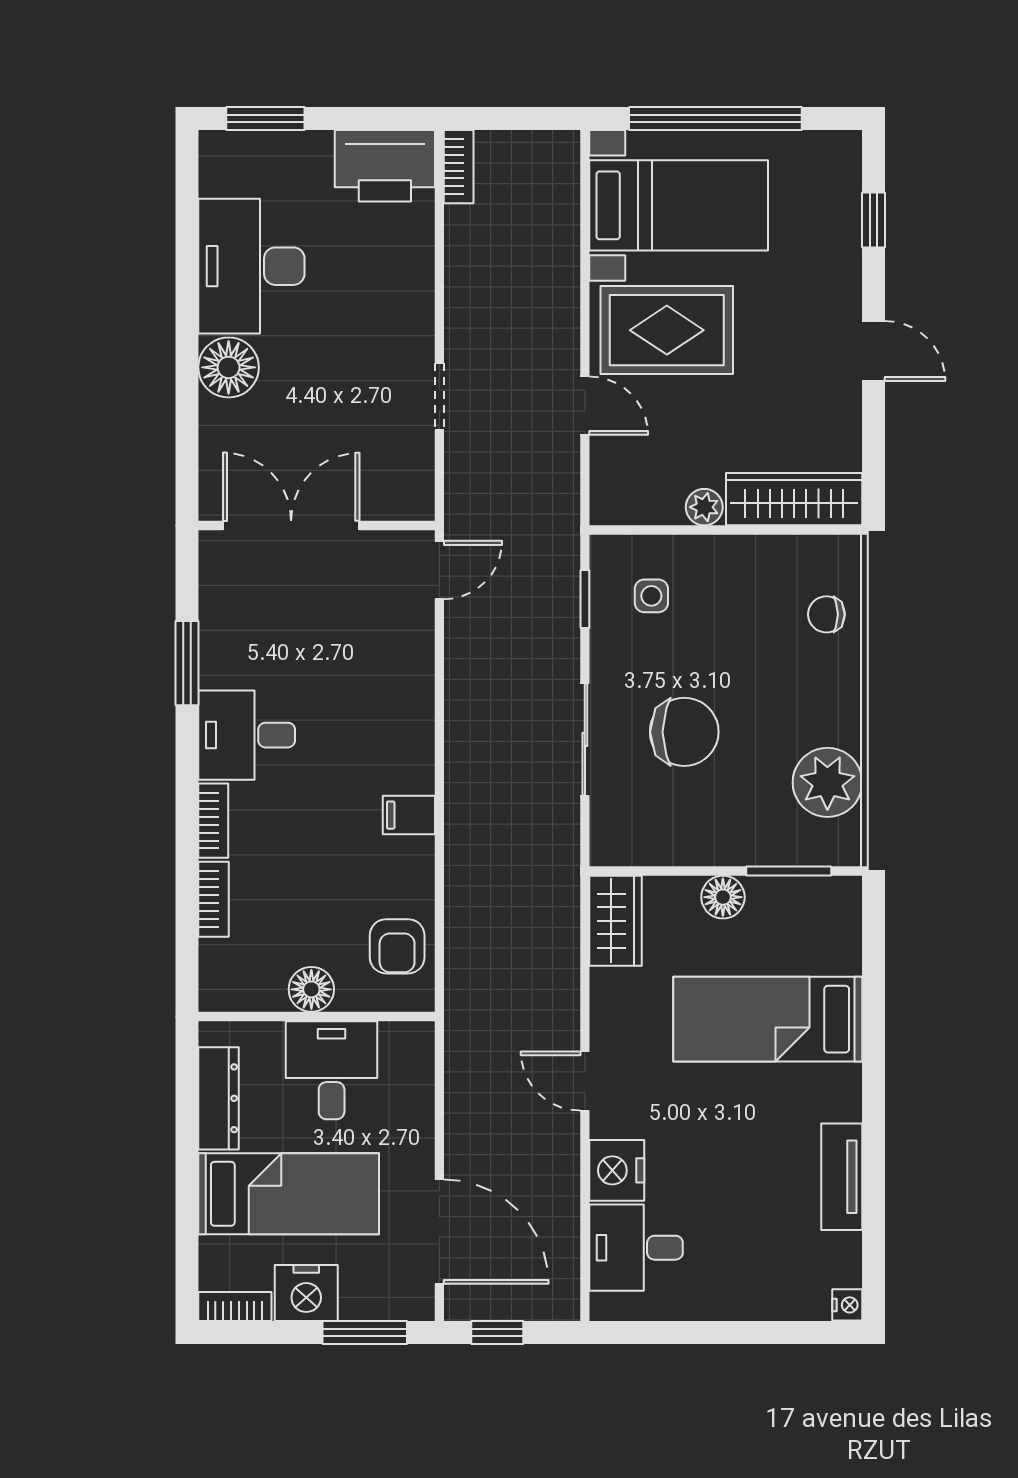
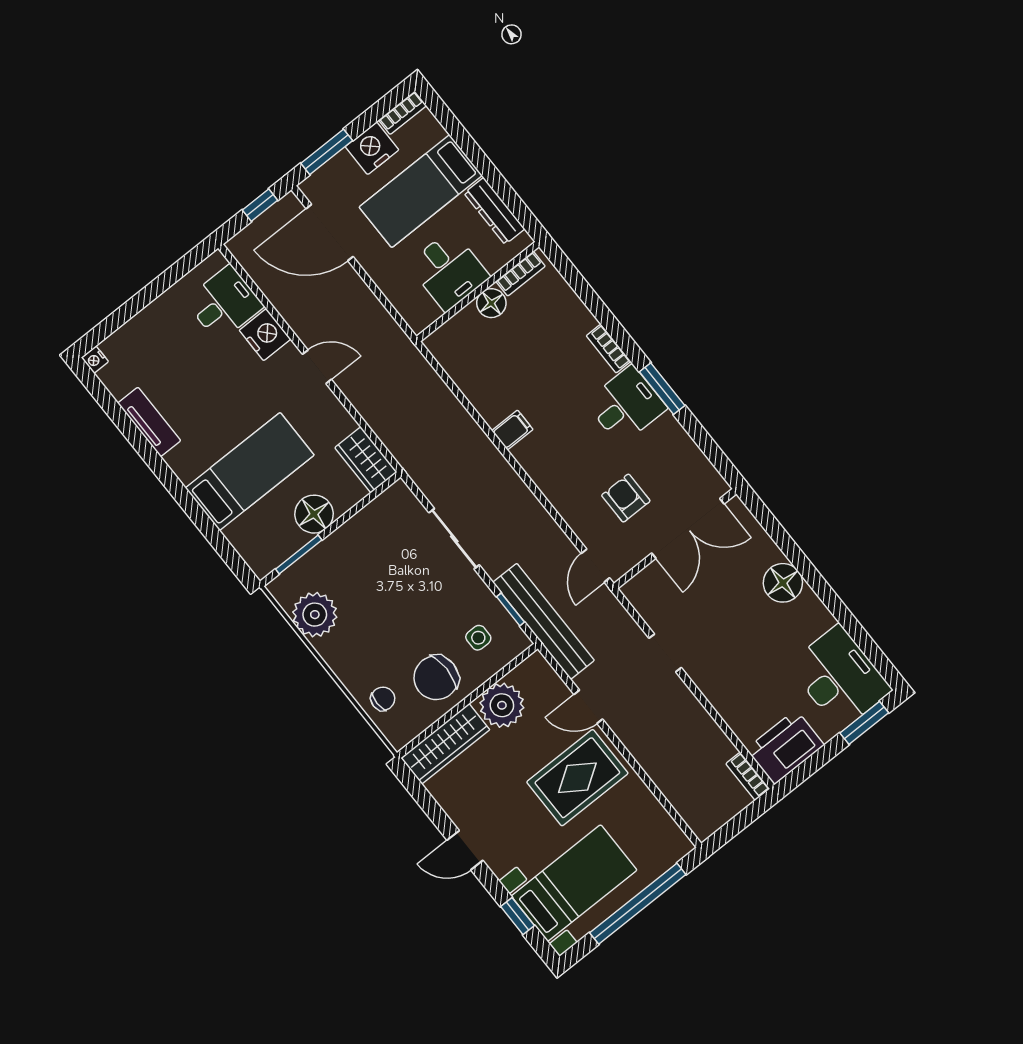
bed with nightstands: (679, 205) -> (574, 883), moved, turned 180
desk: (251, 266) -> (840, 678), moved
plant: (704, 507) -> (502, 705), width x1.88, depth x1.88
bench: (556, 553) -> (544, 621), added
window: (187, 663) -> (662, 389), moved
chair: (684, 732) -> (436, 678), moved
floor lamp: (723, 897) -> (314, 514), width x1.38, depth x1.38
bookcase: (213, 899) -> (520, 274), moved, turned -90
armchair: (397, 946) -> (626, 498), moved

